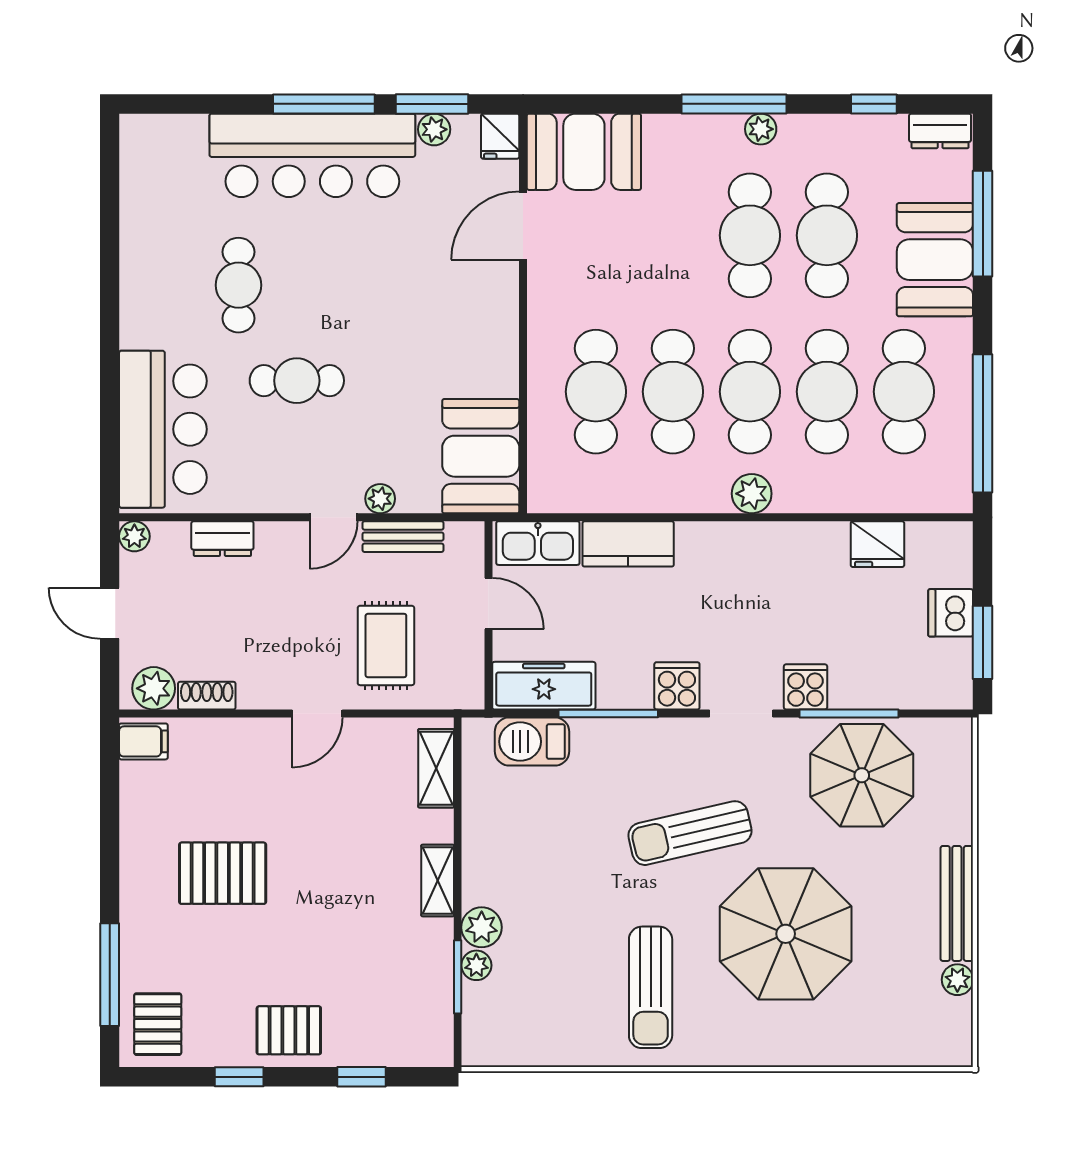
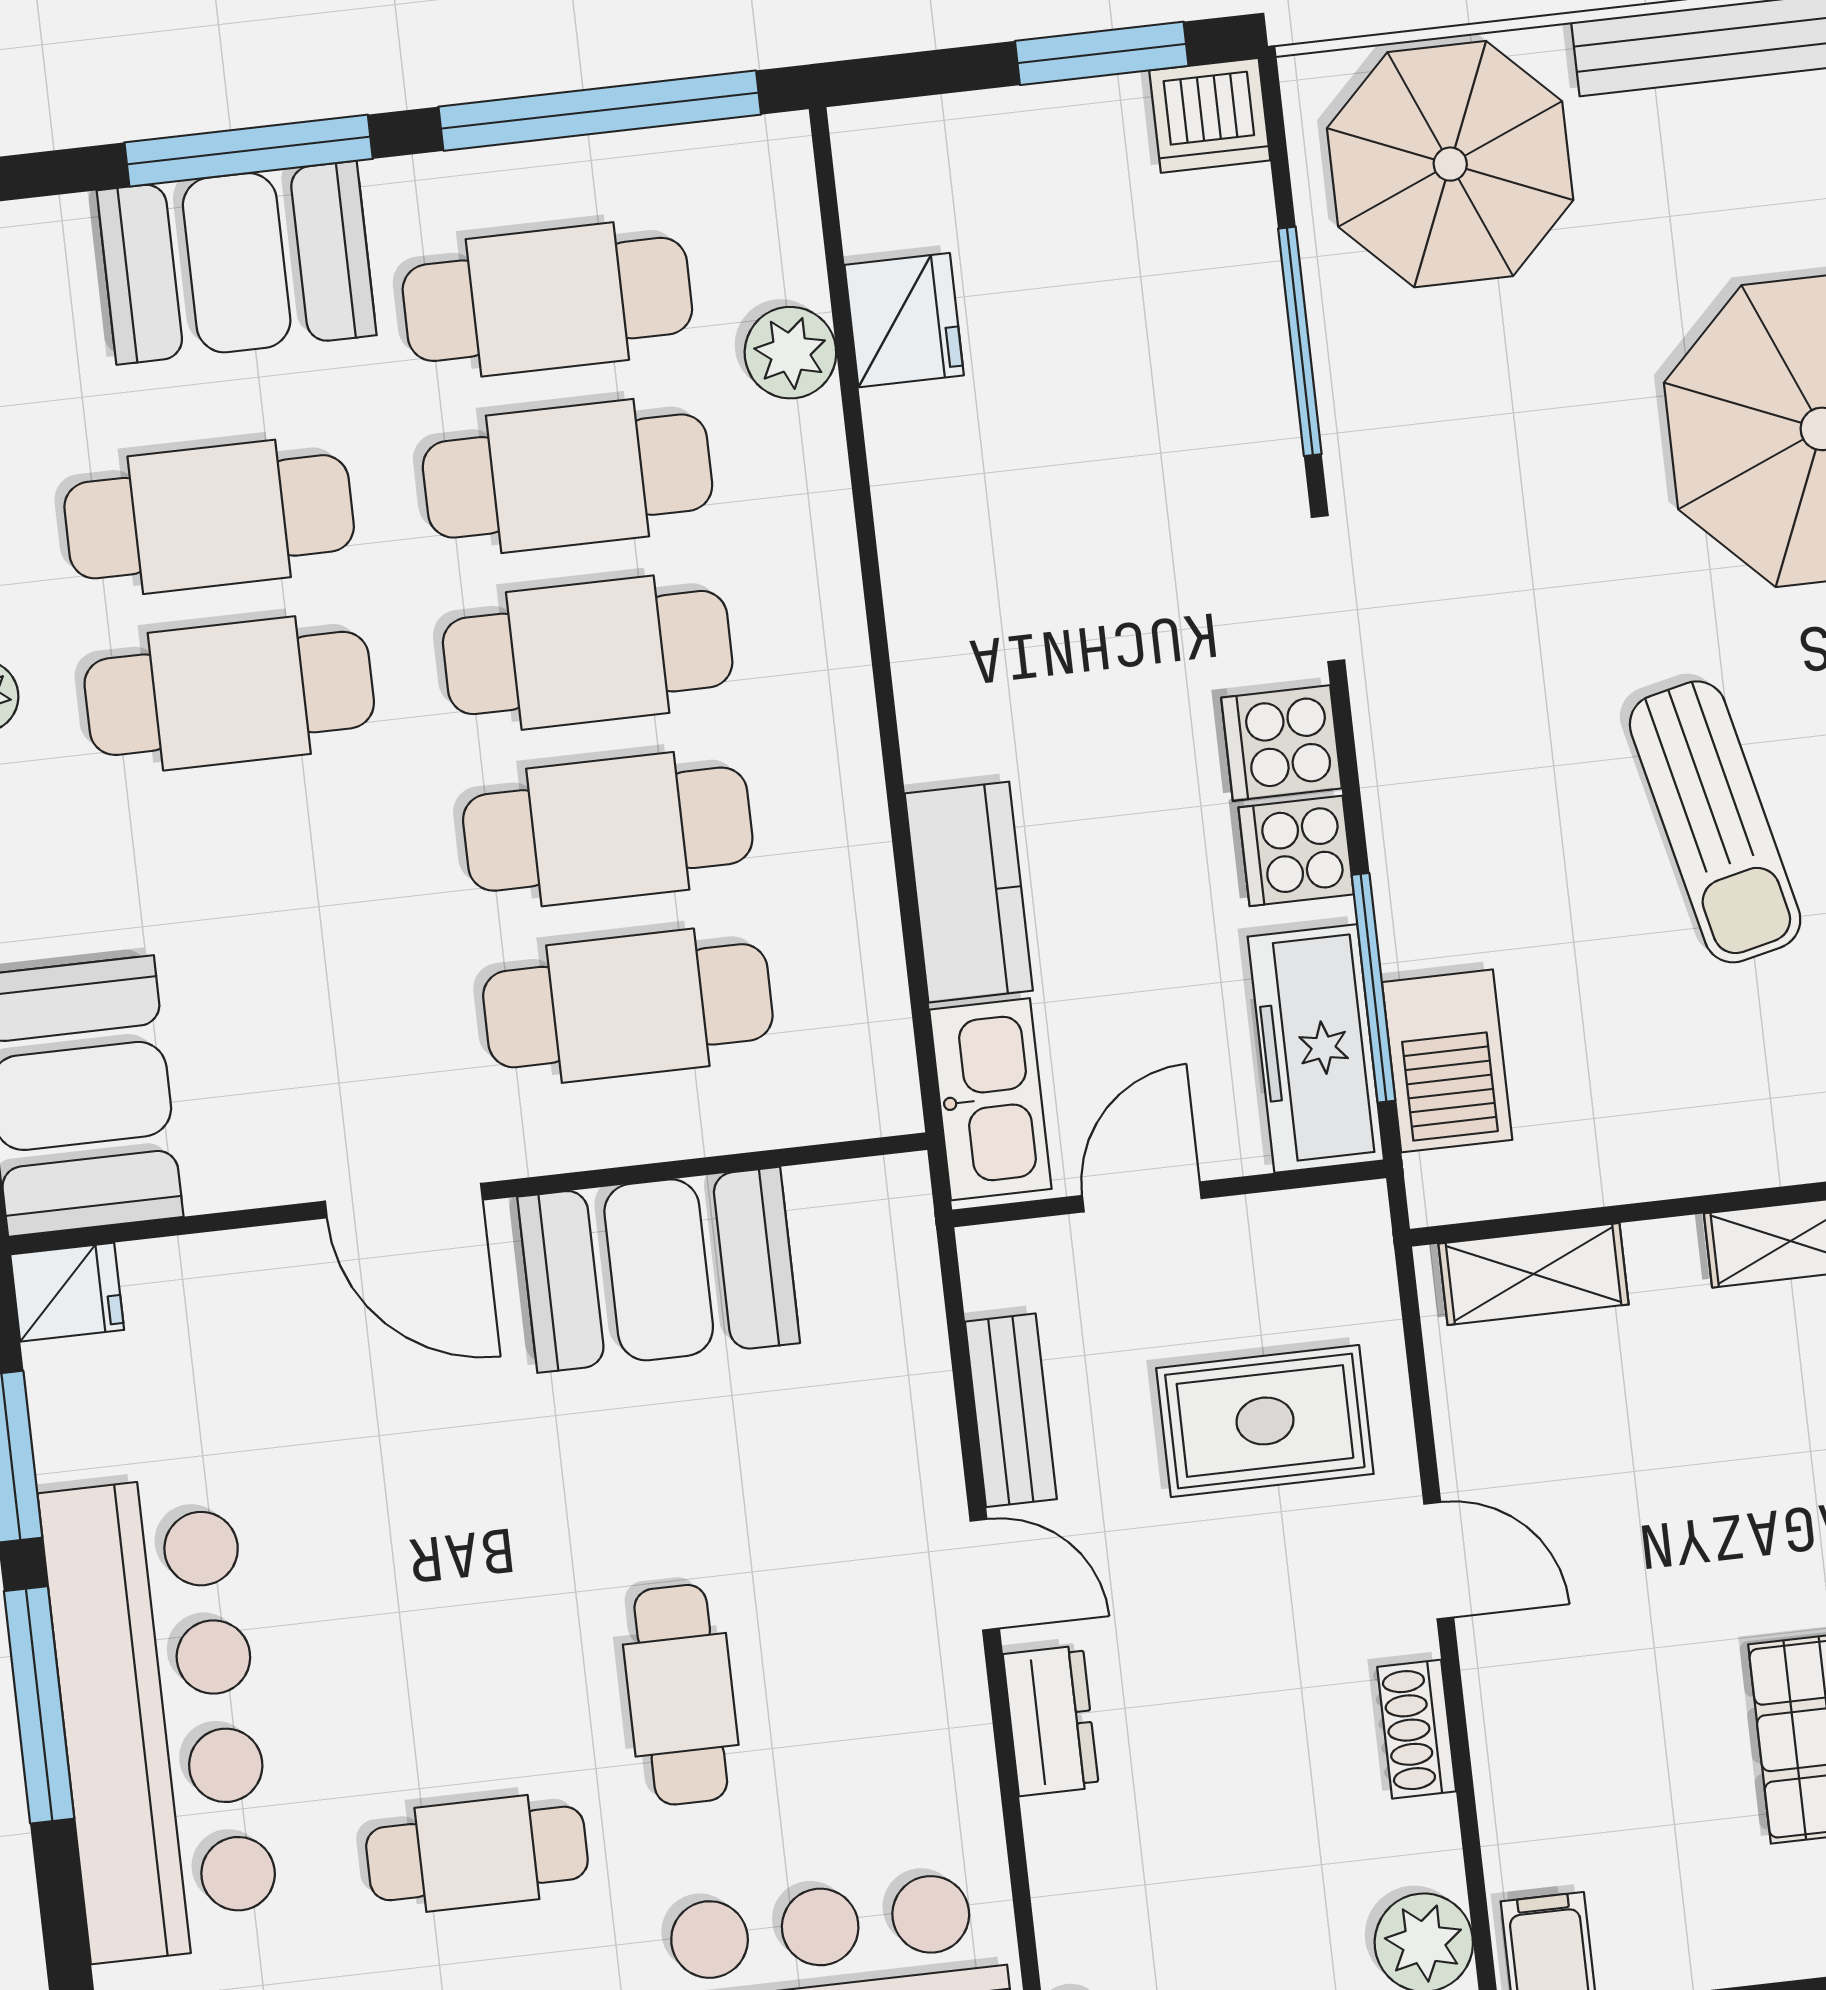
plant: (434, 129) -> (69, 1445), removed
window: (983, 224) -> (249, 151), moved
door: (523, 226) -> (404, 1201), moved
booth: (481, 456) -> (659, 1270), moved
plant: (752, 494) -> (790, 353), moved
plant: (380, 499) -> (930, 1473), removed
dresser: (222, 539) -> (1051, 1721), moved
dishwasher: (951, 613) -> (1210, 115), moved
cooker: (806, 687) -> (1296, 851), moved
shoe rack: (207, 696) -> (1417, 1729), moved
window: (608, 713) -> (1373, 988), moved
parasol: (862, 775) -> (1450, 164), moved
sun lounger: (690, 833) -> (1715, 822), moved

